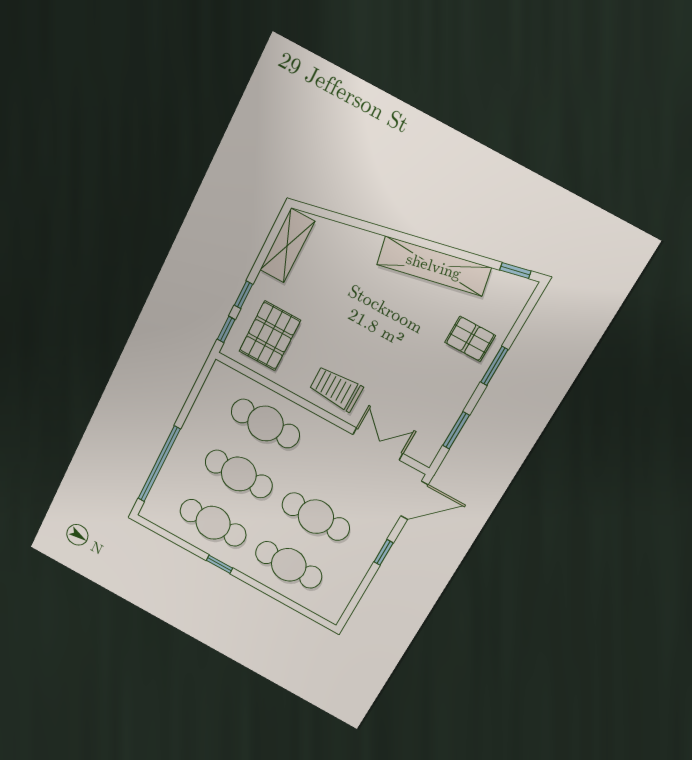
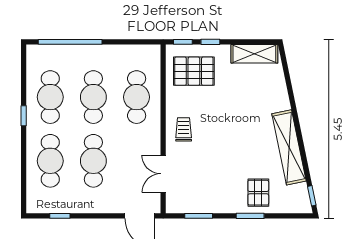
trolley: (336, 389) -> (184, 129), width x0.73, depth x0.72
double door: (378, 444) -> (163, 174), swing flipped
window: (384, 552) -> (60, 216), moved

